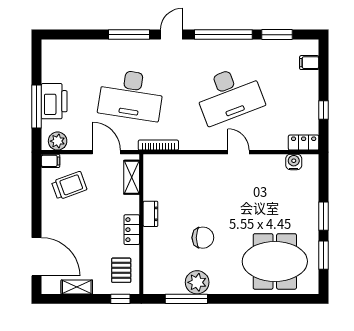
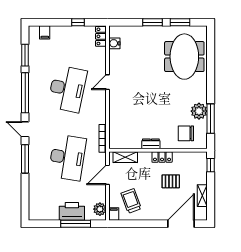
desk: (229, 95) -> (67, 89), turned 33
chair: (203, 238) -> (186, 133), moved, turned -90
pallet: (121, 270) -> (171, 181), moved

